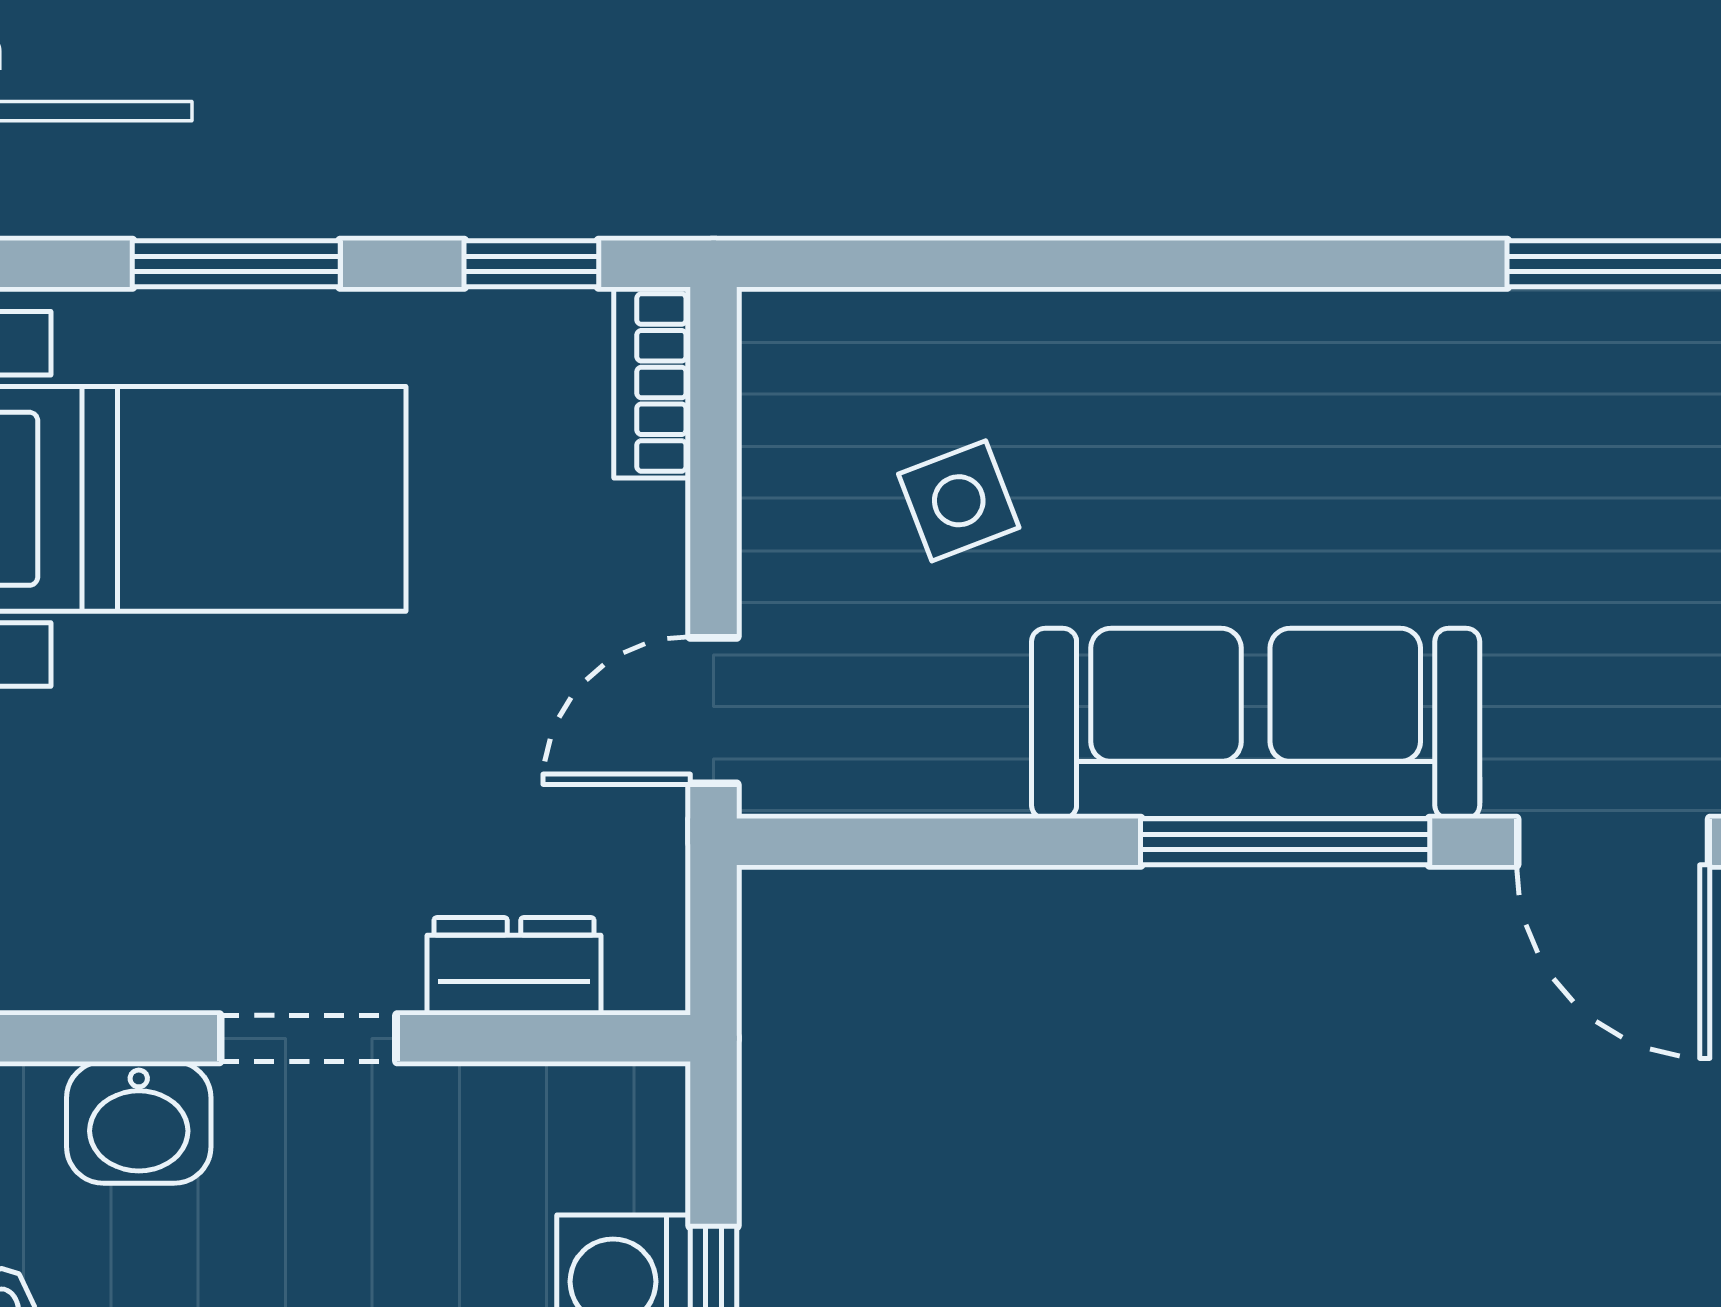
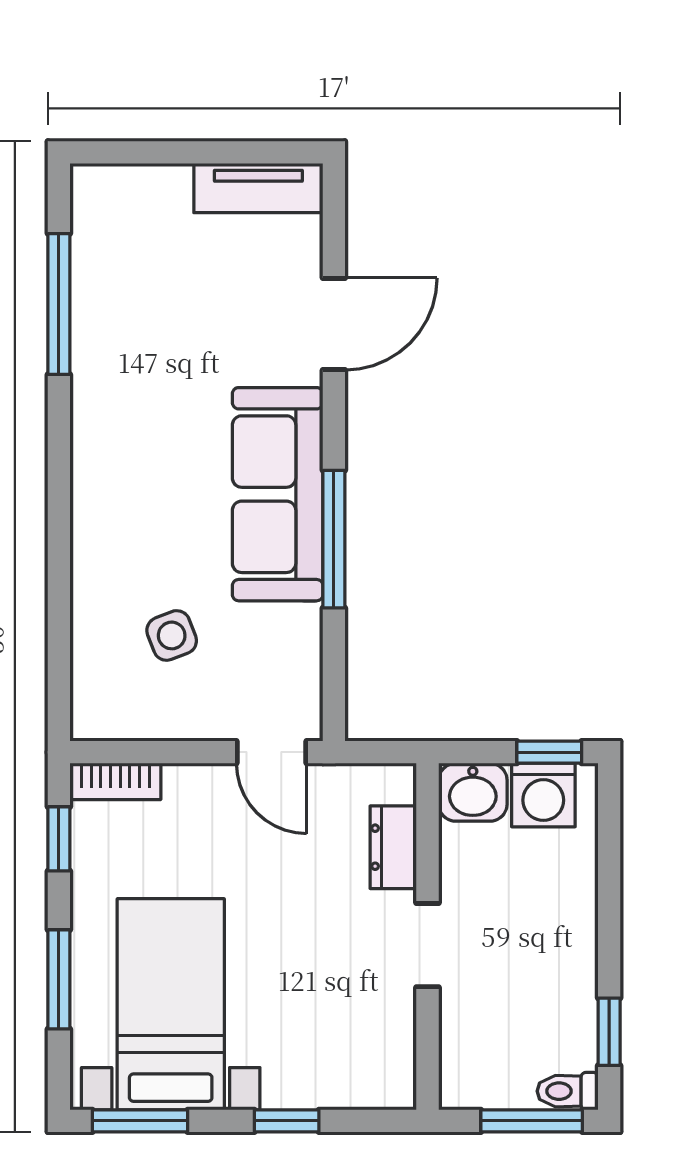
window: (1285, 842) -> (334, 539), moved
washbasin: (139, 1122) -> (473, 792), moved, turned 90

